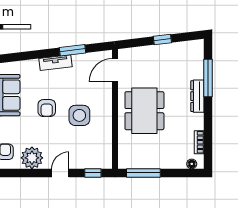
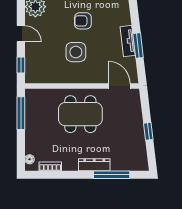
tv unit: (56, 63) -> (128, 41), moved

